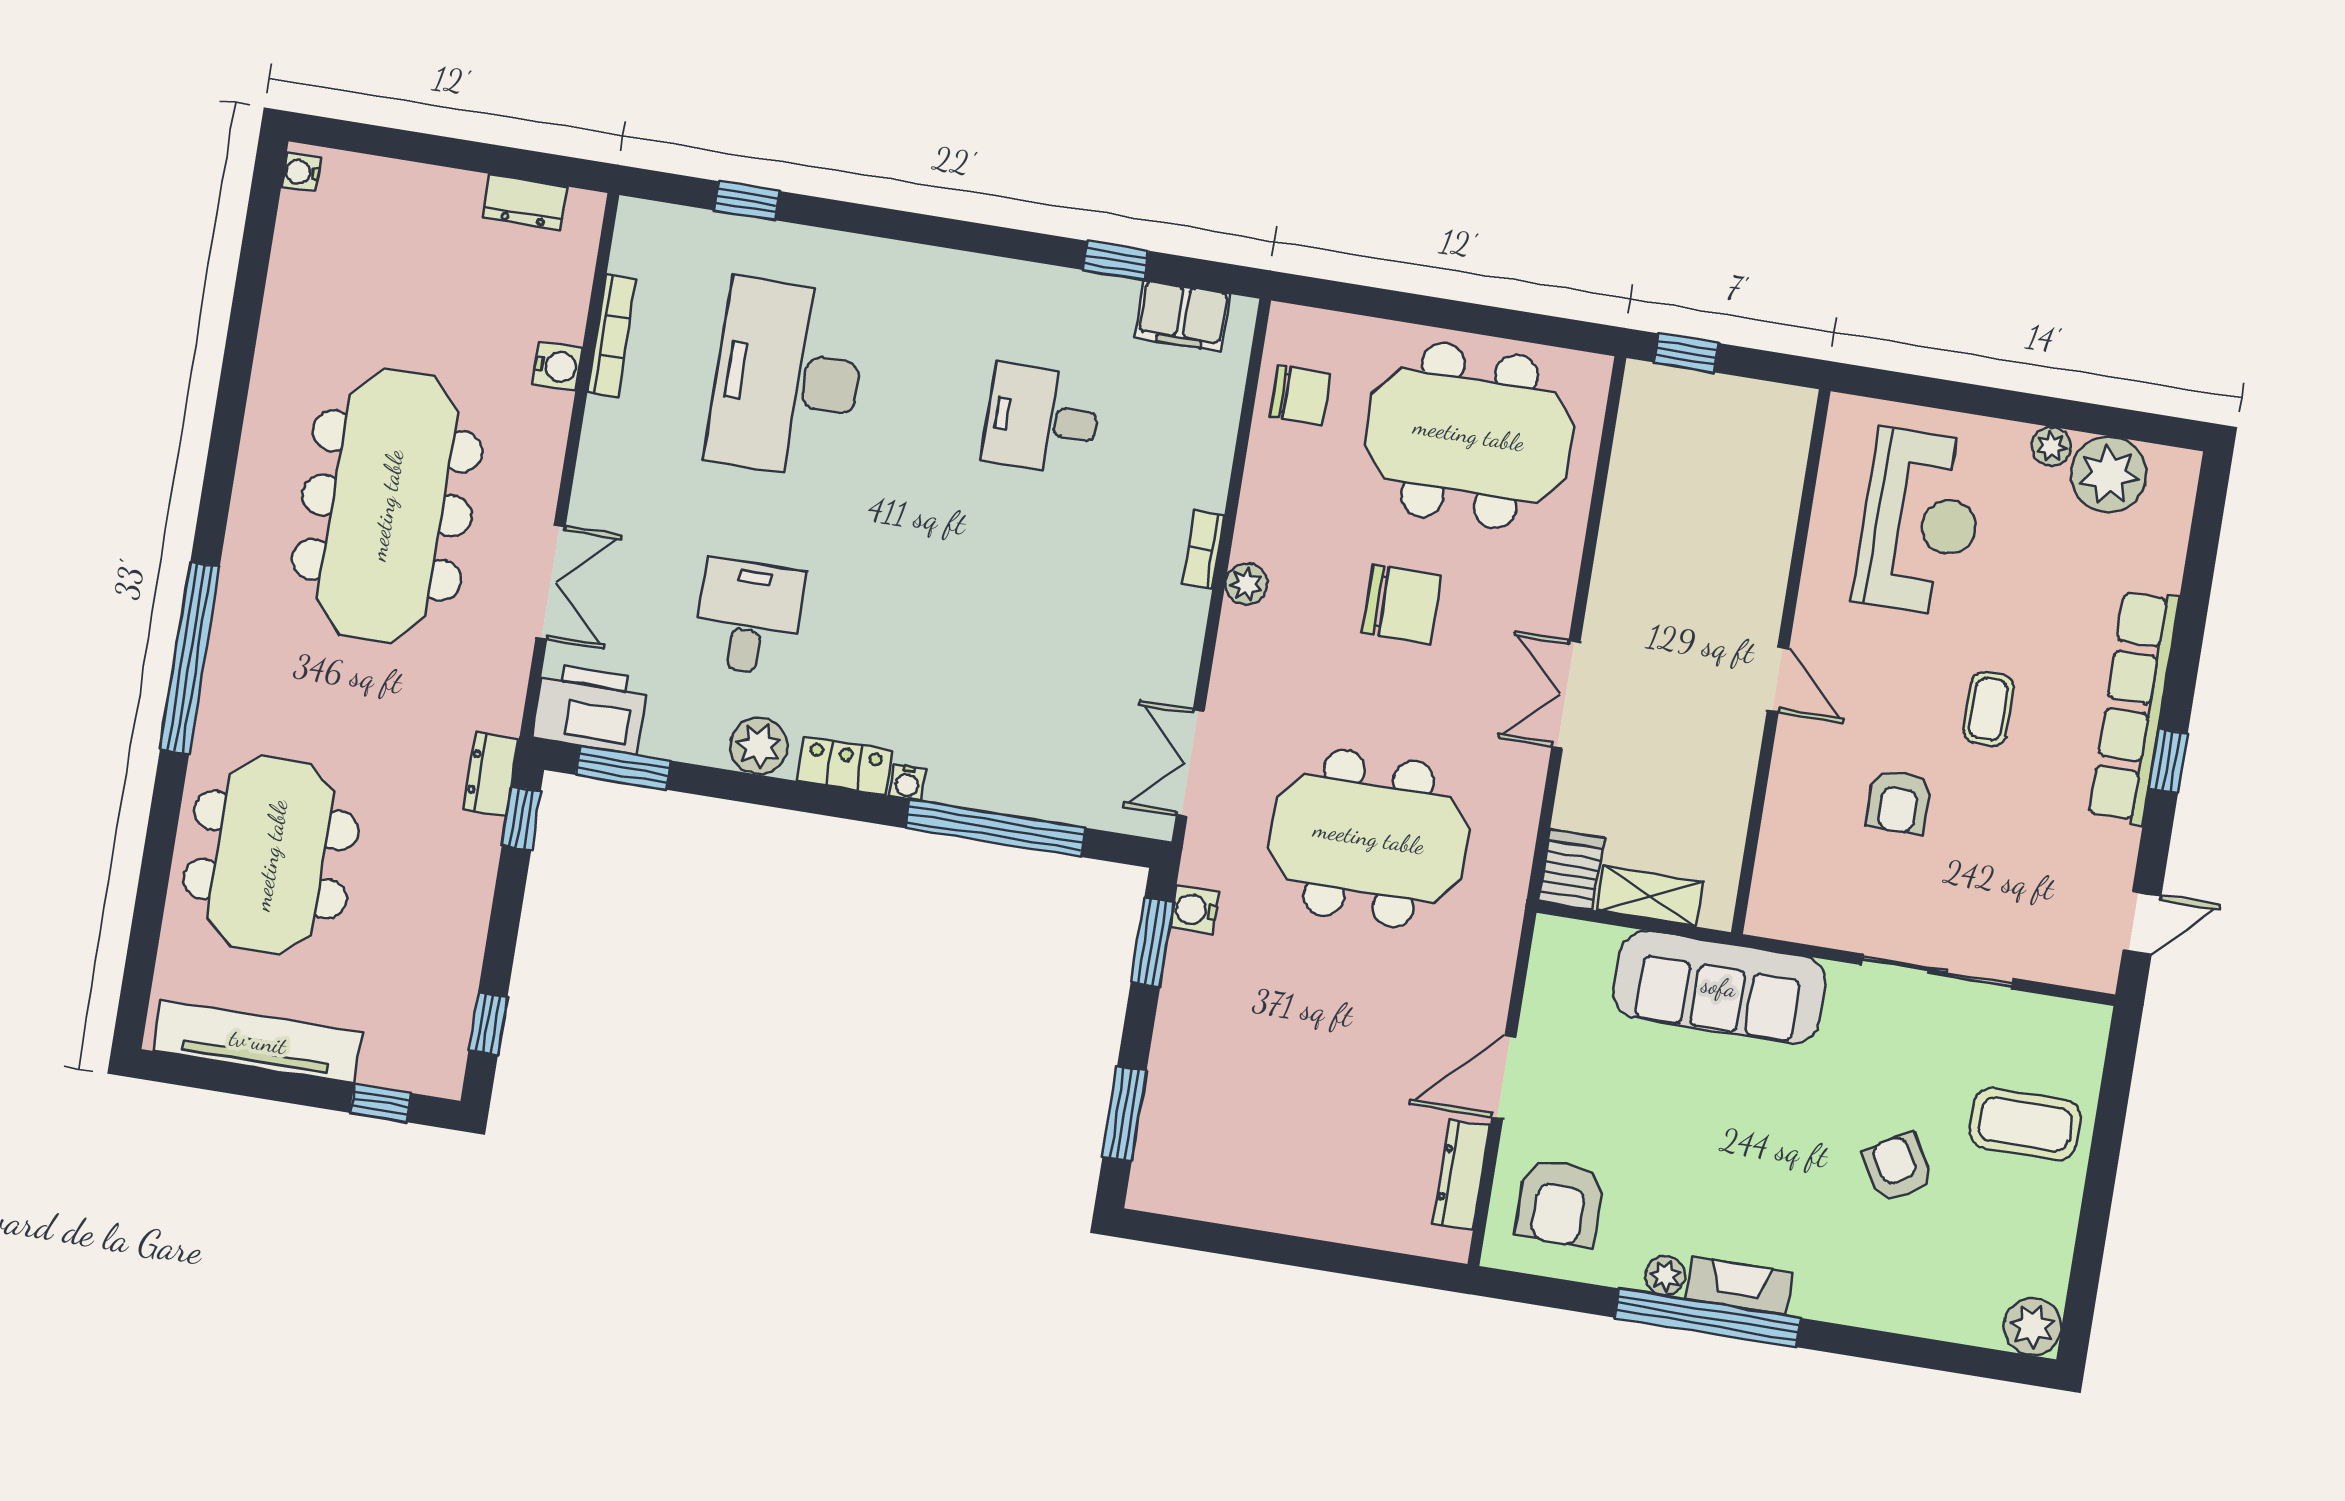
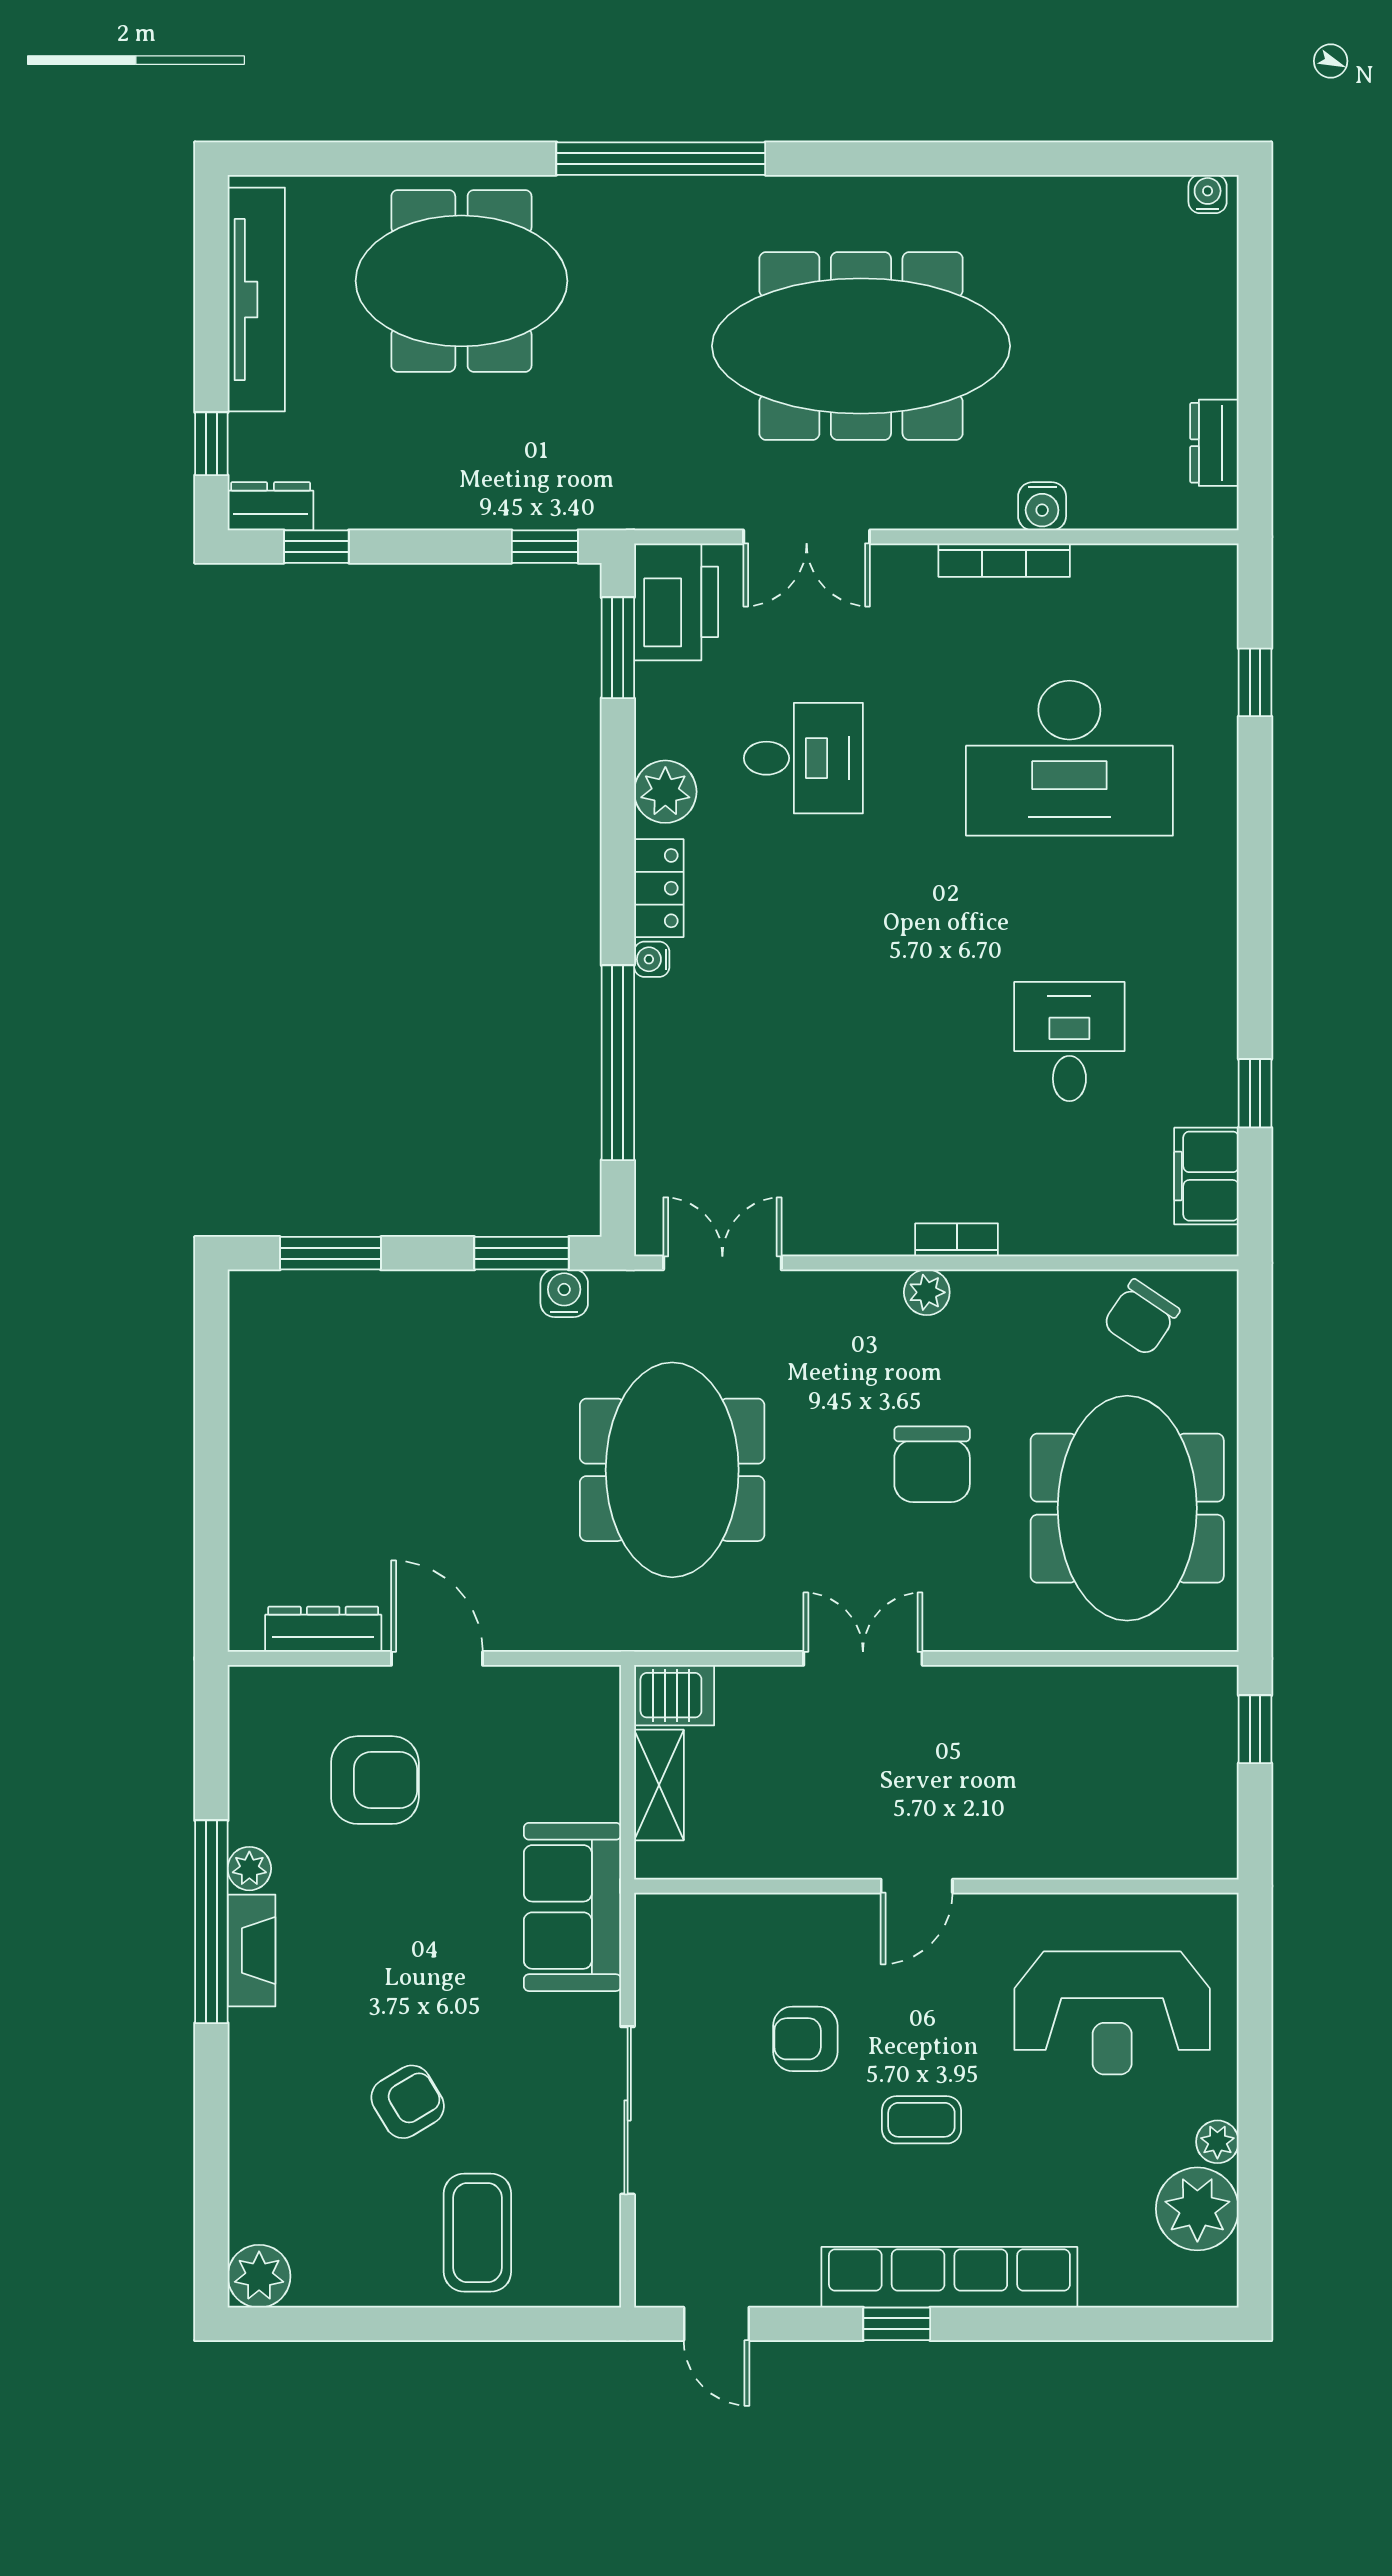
bookcase: (612, 336) -> (1004, 560), moved
desk: (787, 378) -> (1069, 758), turned 180
chair: (1300, 395) -> (1141, 1318), turned 34
dresser: (491, 774) -> (271, 506), moved
sofa: (1719, 987) -> (572, 1907), width x0.73
armchair: (1560, 1203) -> (375, 1780), moved, turned 180

